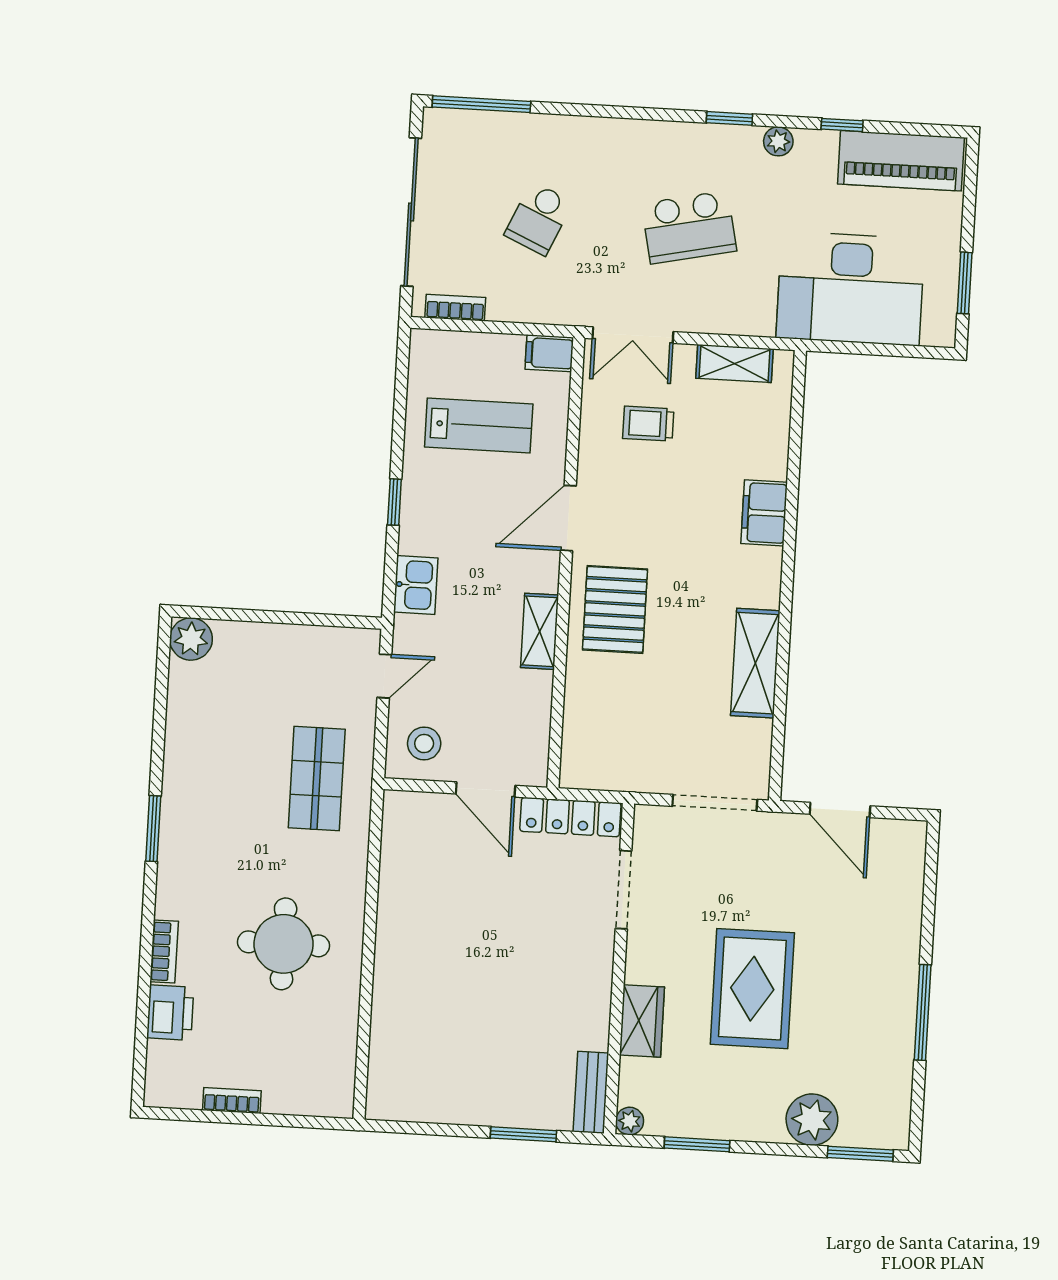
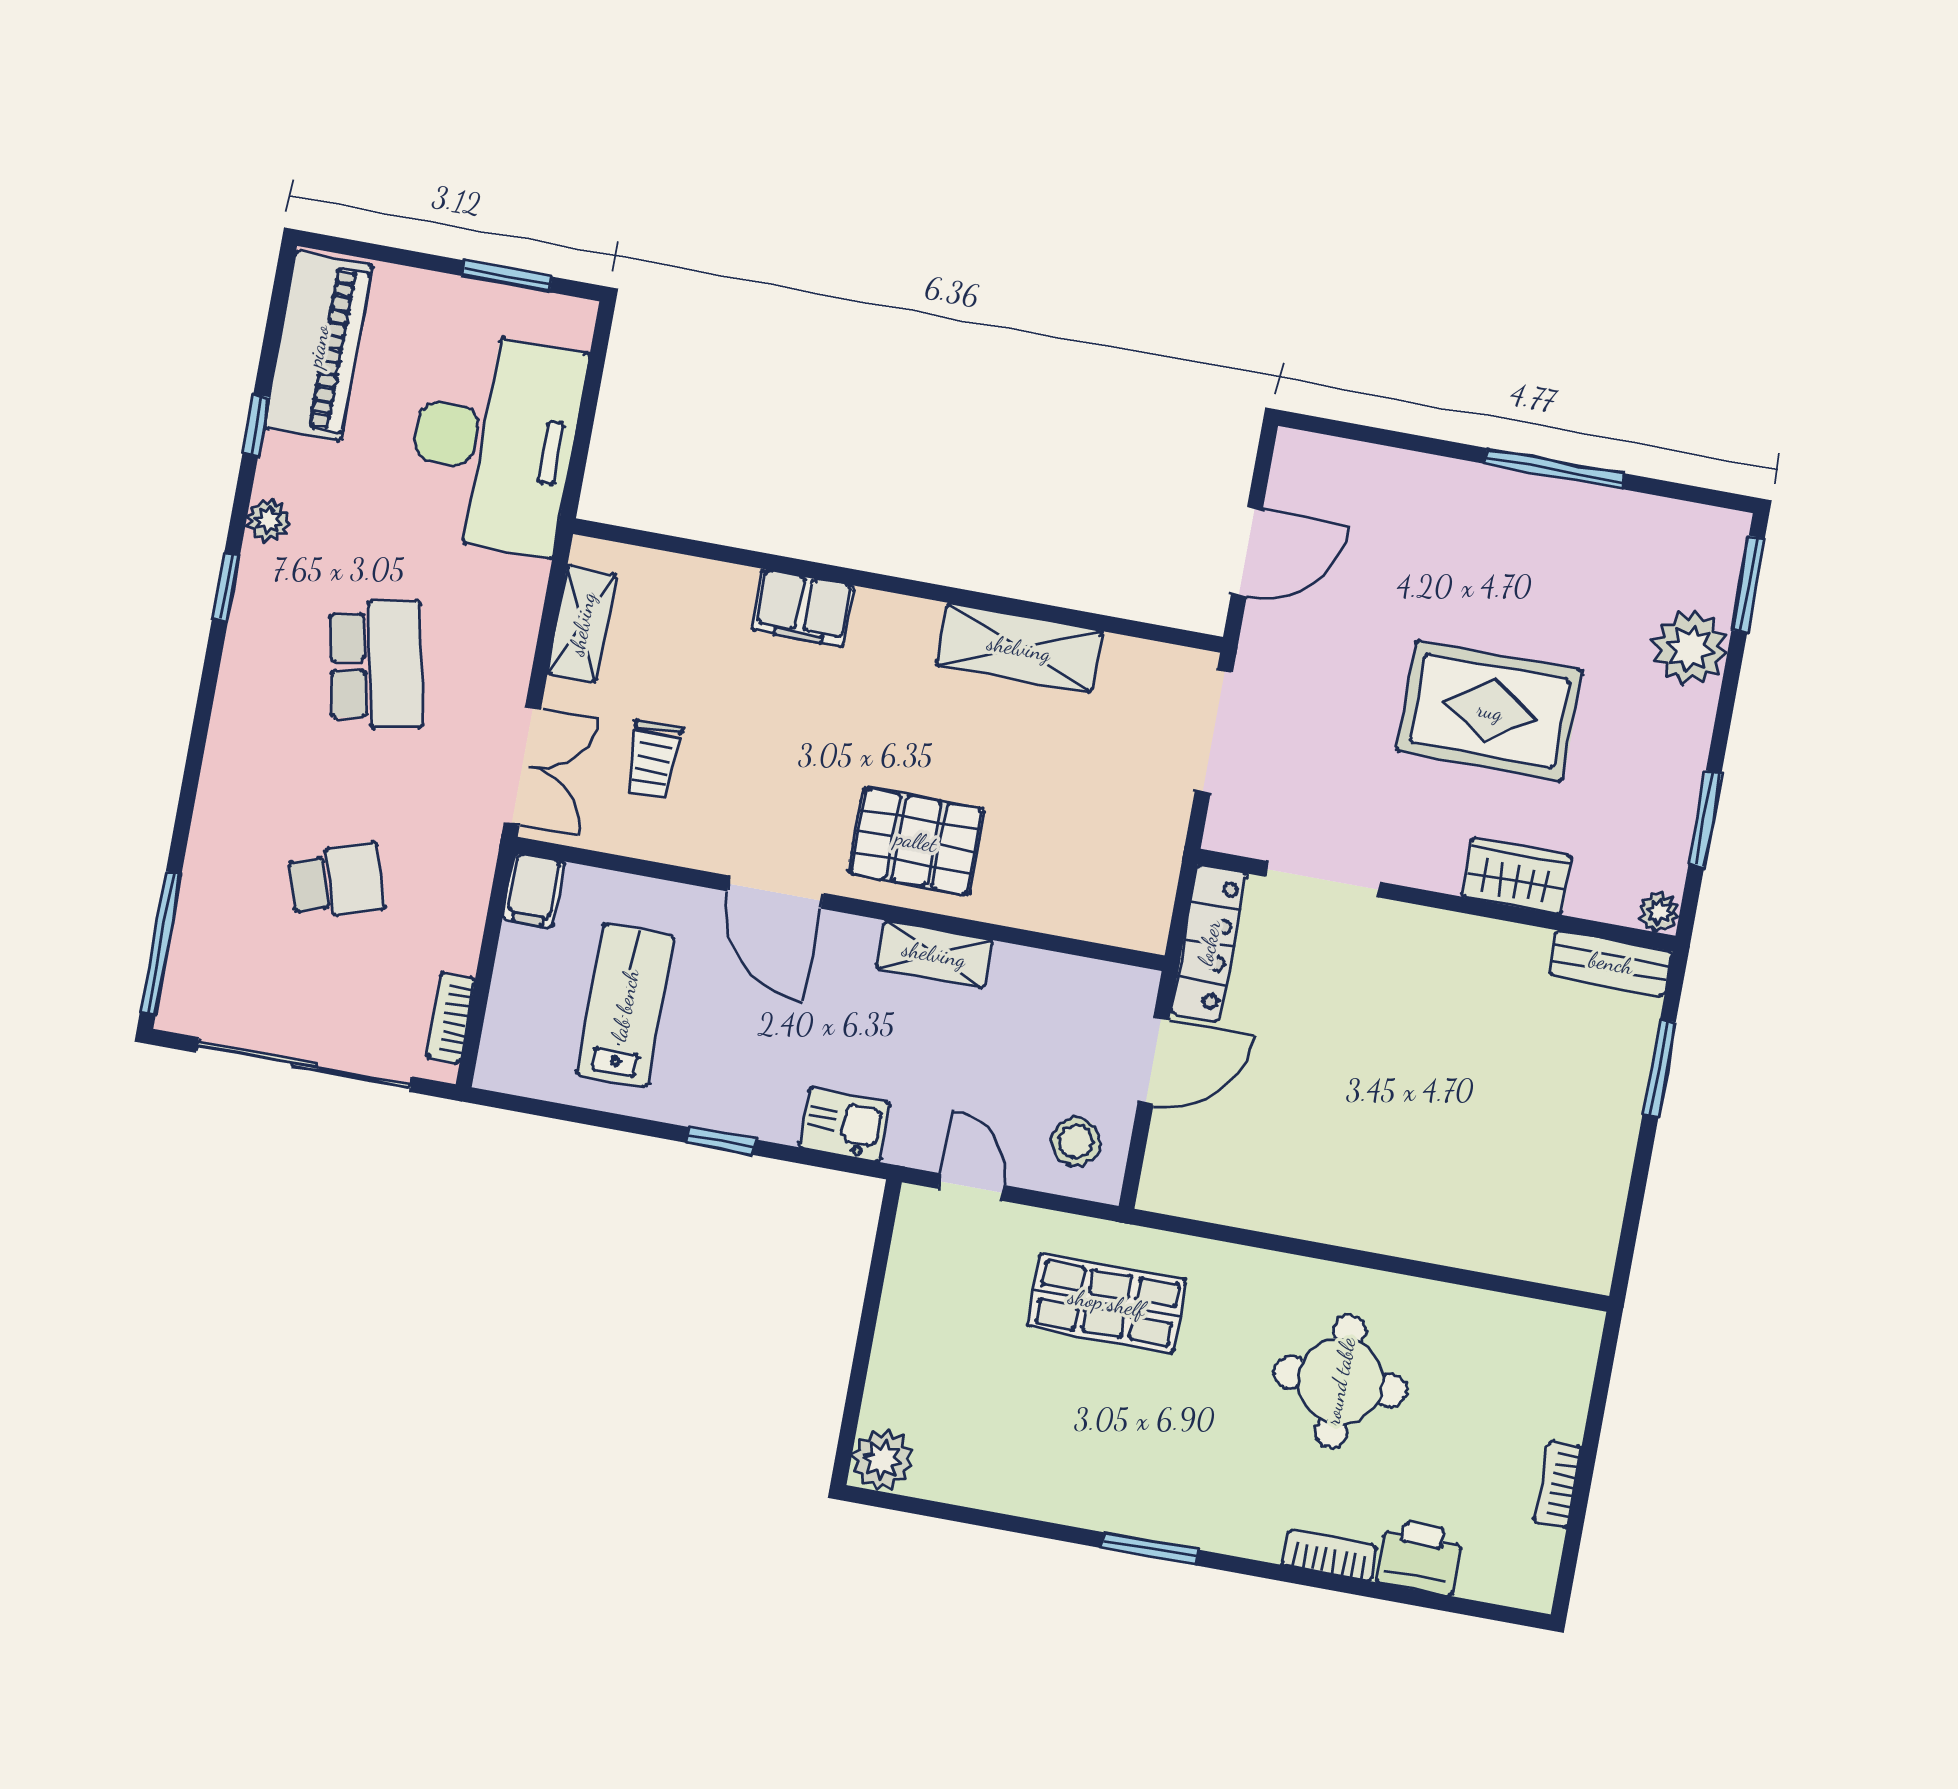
school desk: (539, 219) -> (337, 881), turned -42

